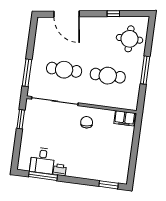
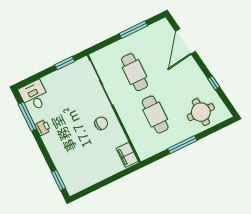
window: (27, 73) -> (133, 30), moved
desk: (42, 161) -> (34, 96), moved, turned 90

